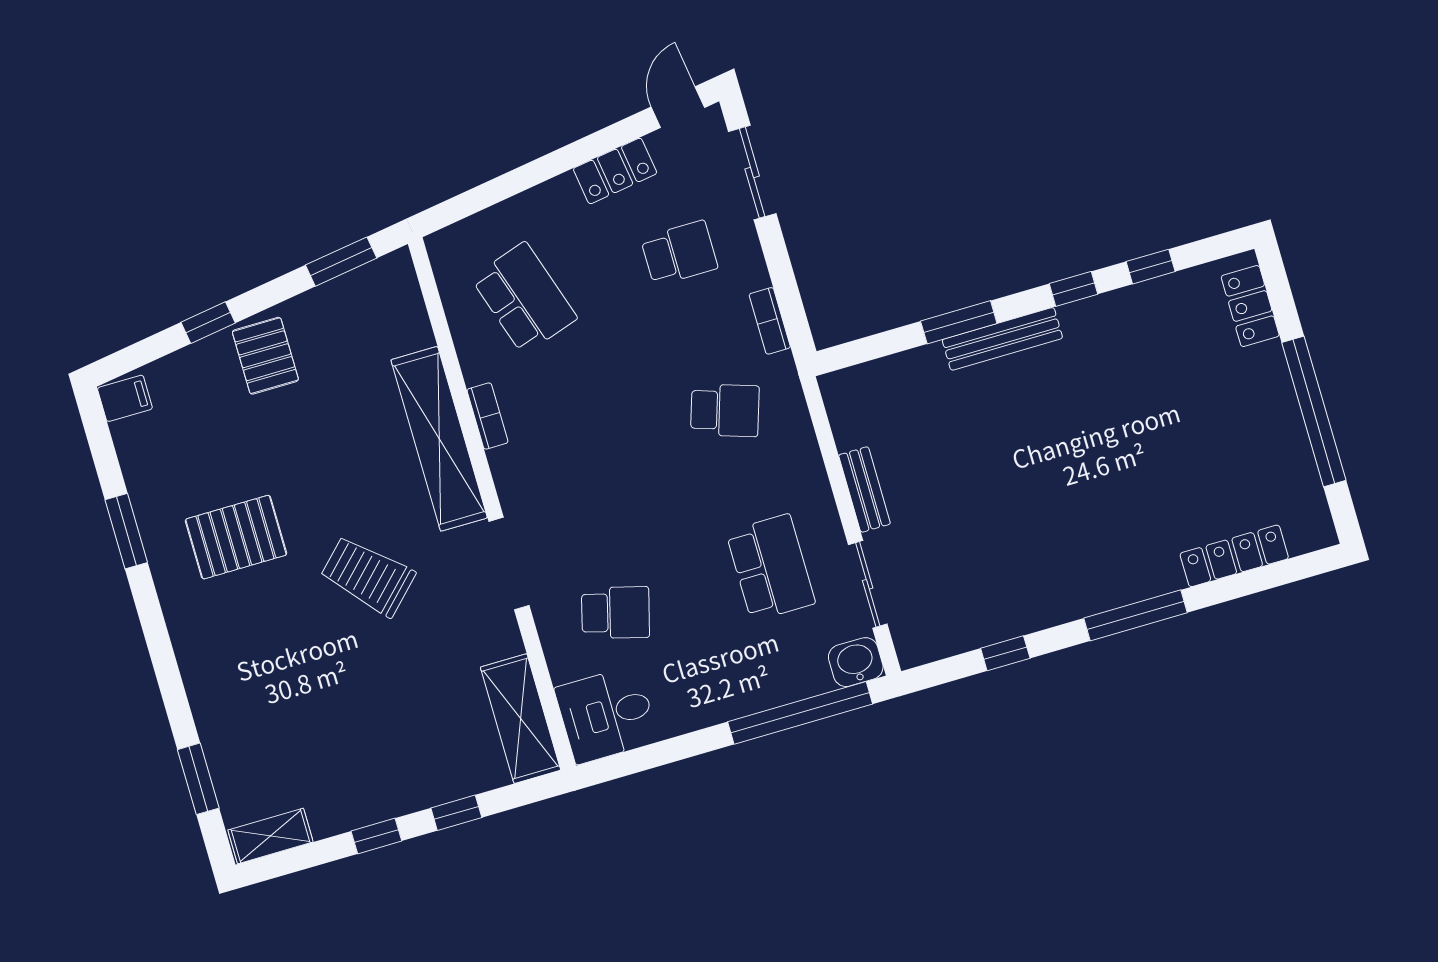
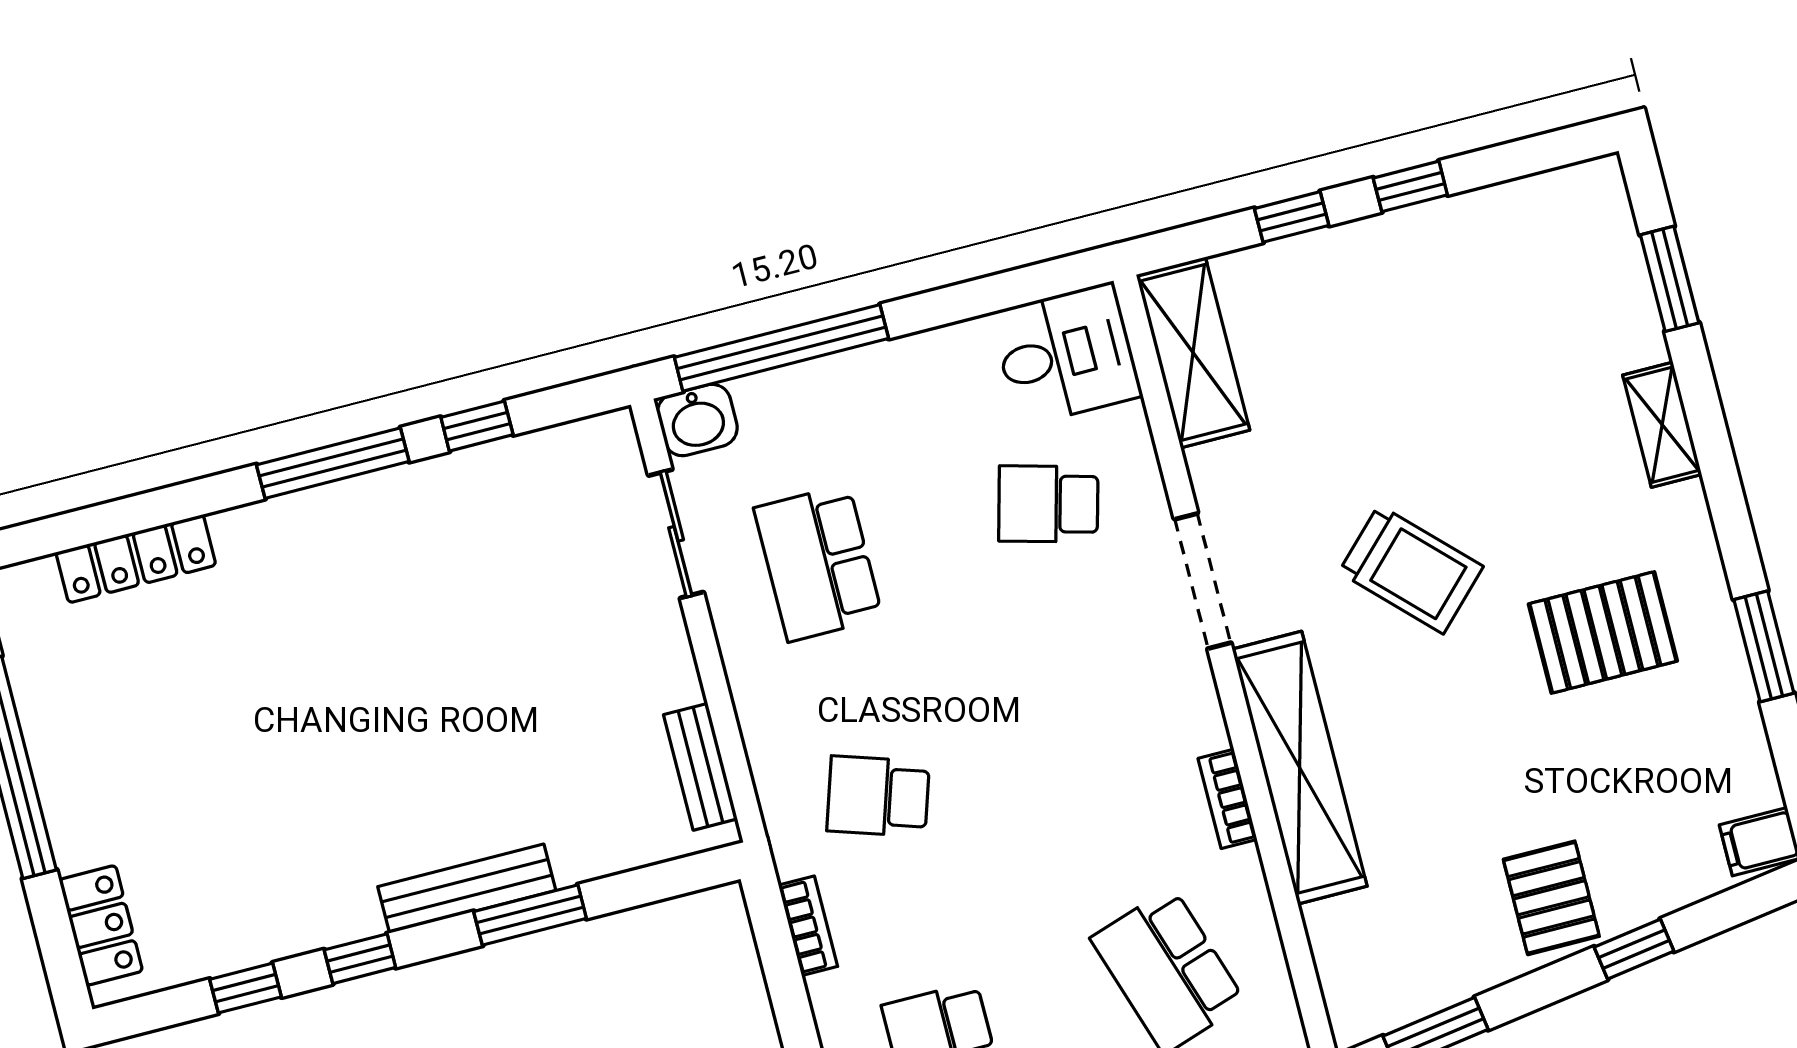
bench: (865, 489) -> (700, 767), moved
window: (1136, 615) -> (333, 463), moved
shelving: (270, 836) -> (1662, 425), moved, turned 90

